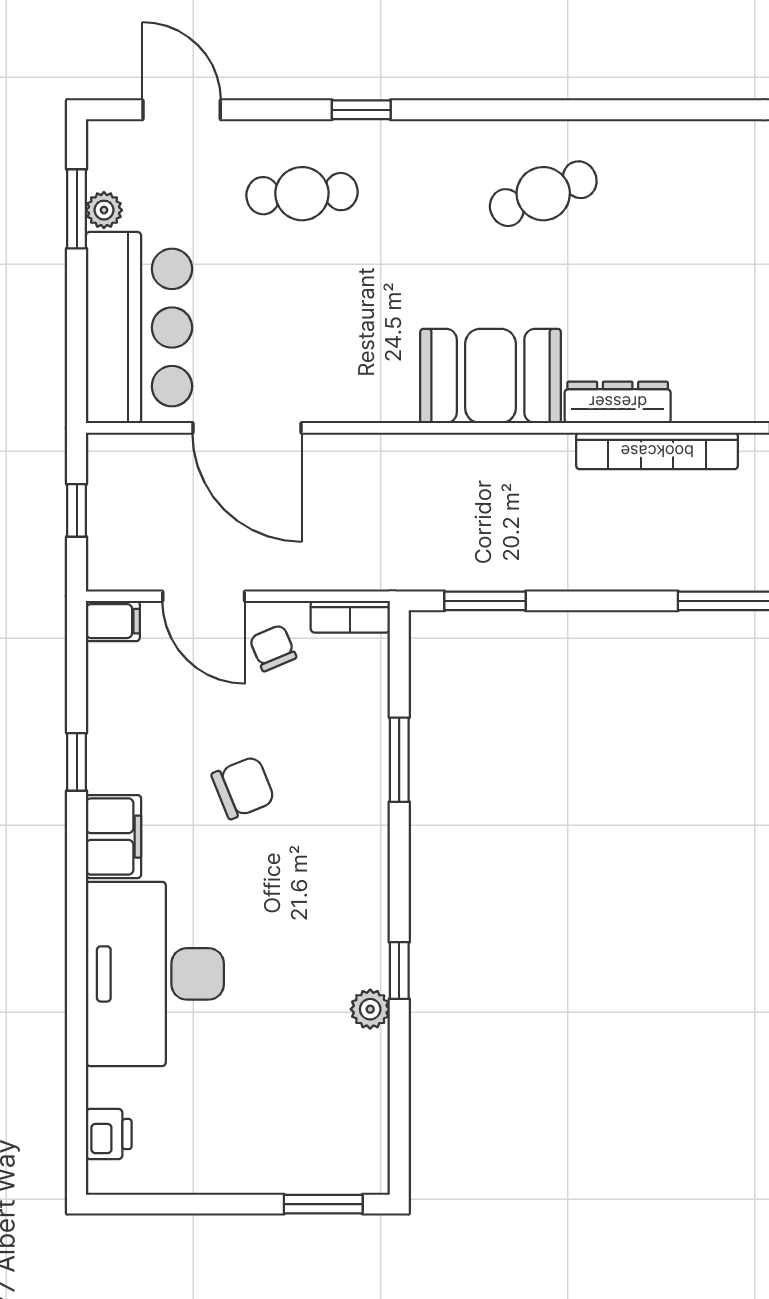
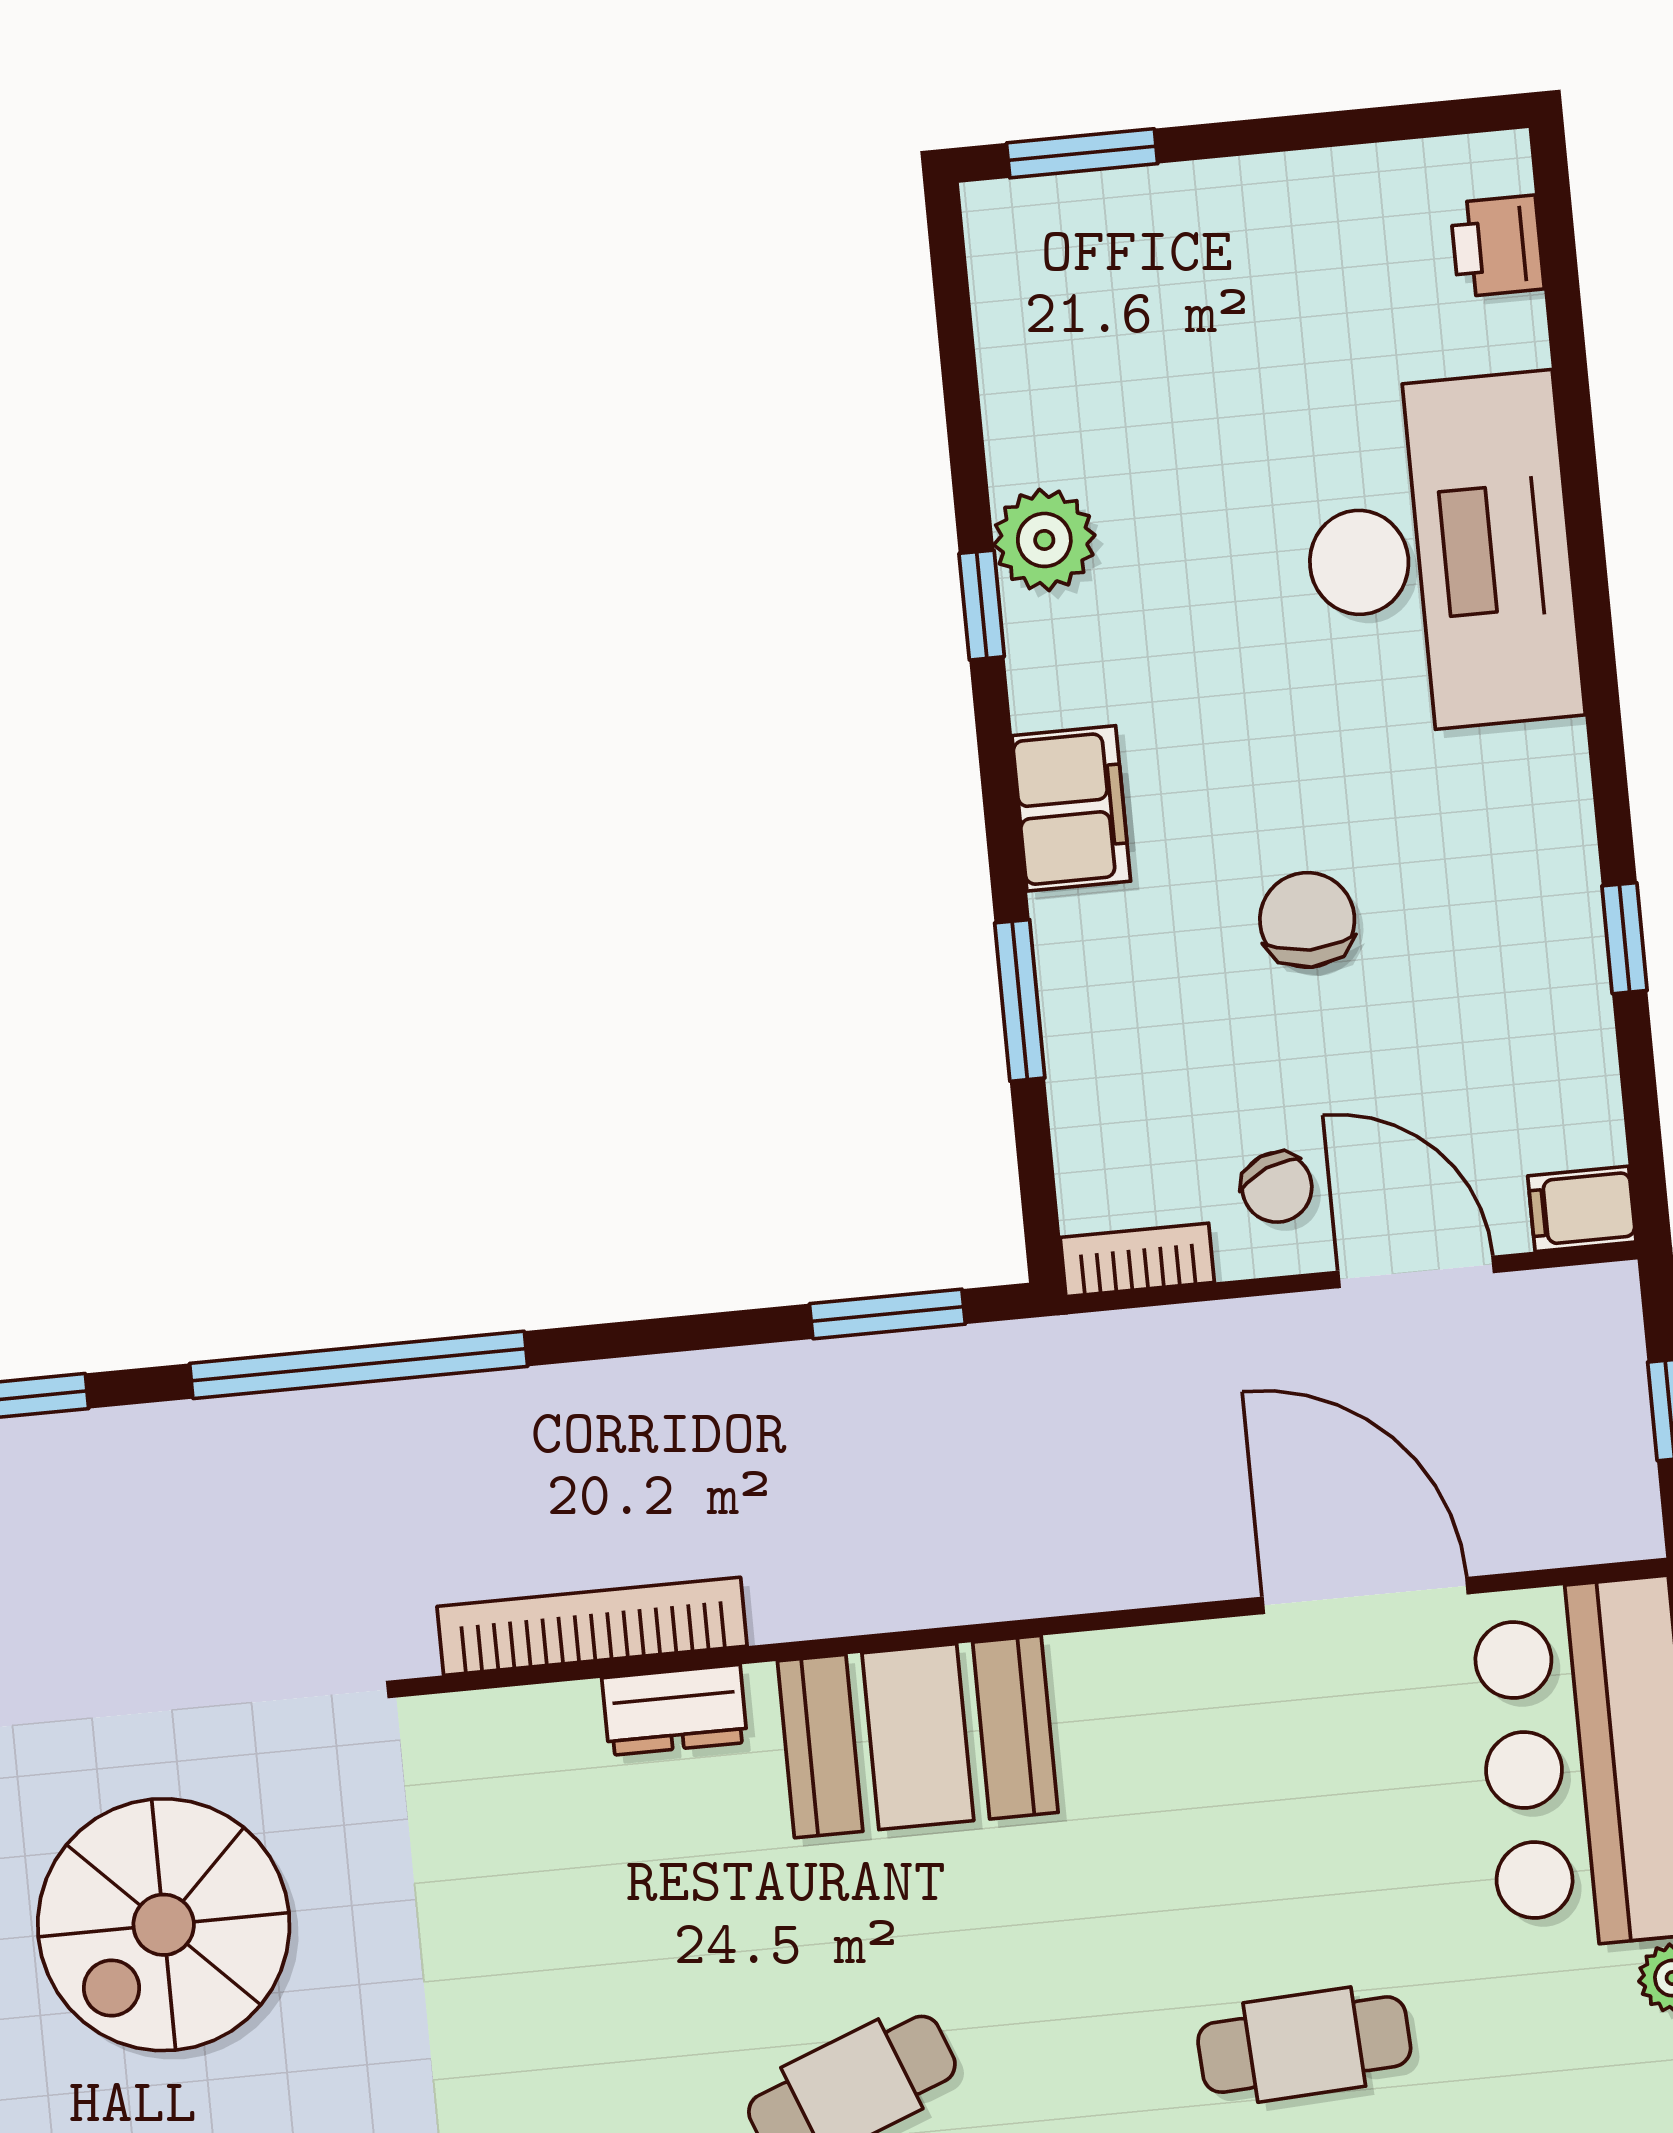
dresser: (618, 402) -> (675, 1710), width x0.70
chair: (243, 788) -> (1307, 920), turned 112
filing cabinet: (114, 837) -> (1071, 808), moved, turned 180
plant: (370, 1009) -> (1044, 540), width x1.38, depth x1.38

